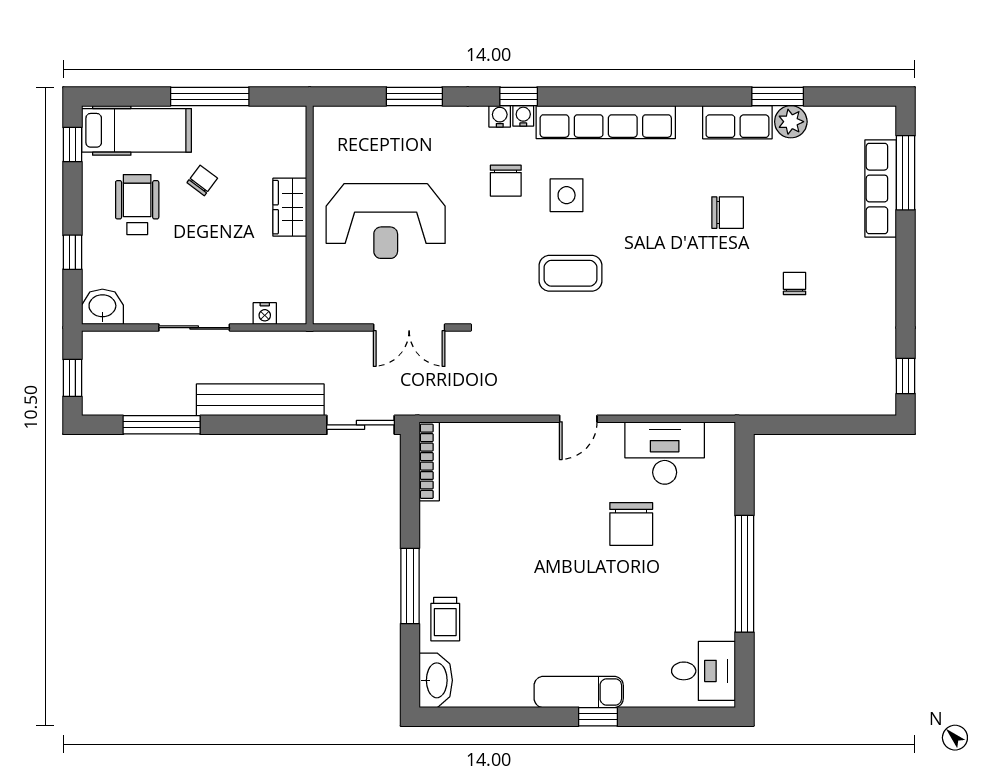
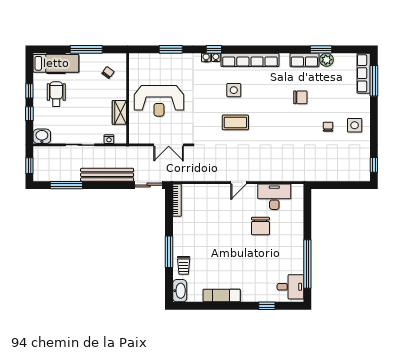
window: (72, 144) -> (29, 91), moved
chair: (202, 180) -> (108, 73), moved
chair: (506, 181) -> (209, 84), removed
row of seats: (881, 188) -> (364, 73), moved
wardrobe: (290, 207) -> (119, 112), moved
side table: (859, 280) -> (355, 125), added
window: (744, 574) -> (307, 264), moved
exam couch: (579, 692) -> (222, 296), moved
window: (598, 717) -> (267, 306), moved

